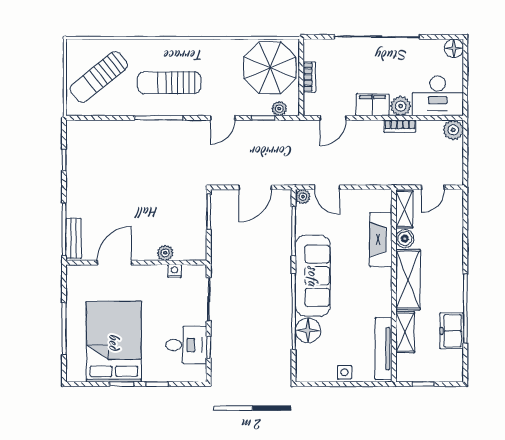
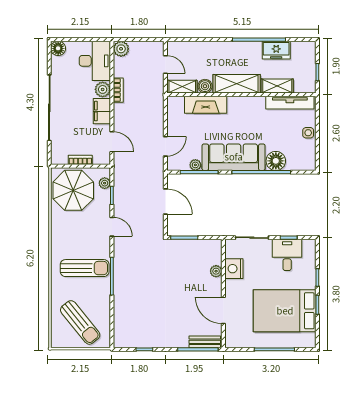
sun lounger: (169, 83) -> (85, 268), turned -90
plant: (303, 197) -> (195, 165), moved
nightstand: (174, 271) -> (234, 269), width x1.89, depth x1.79

